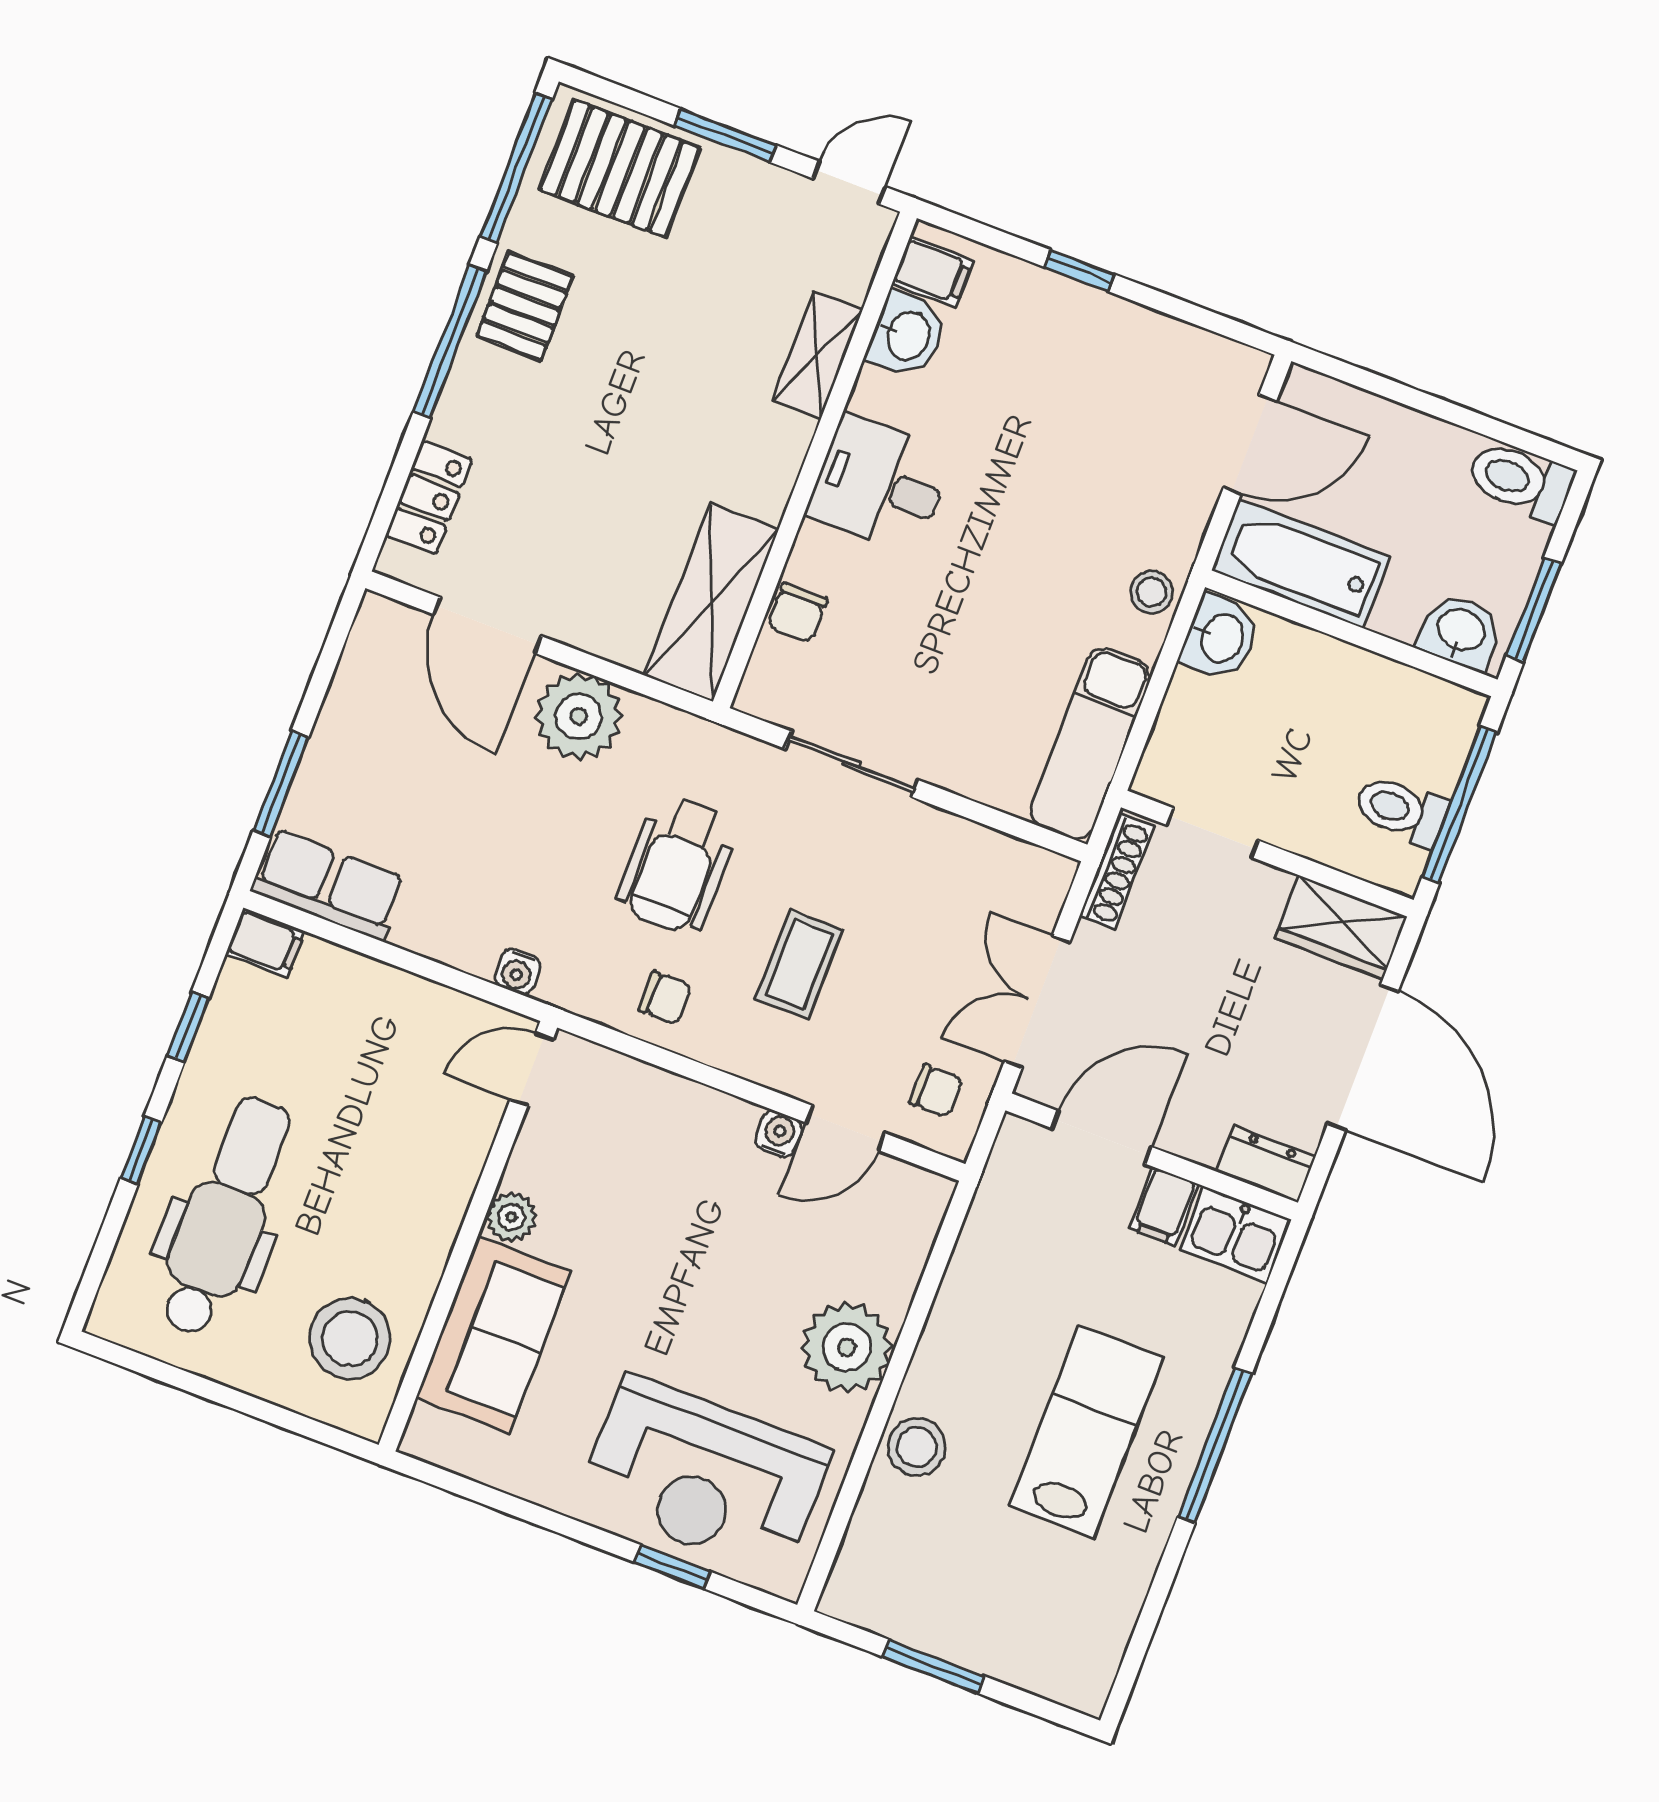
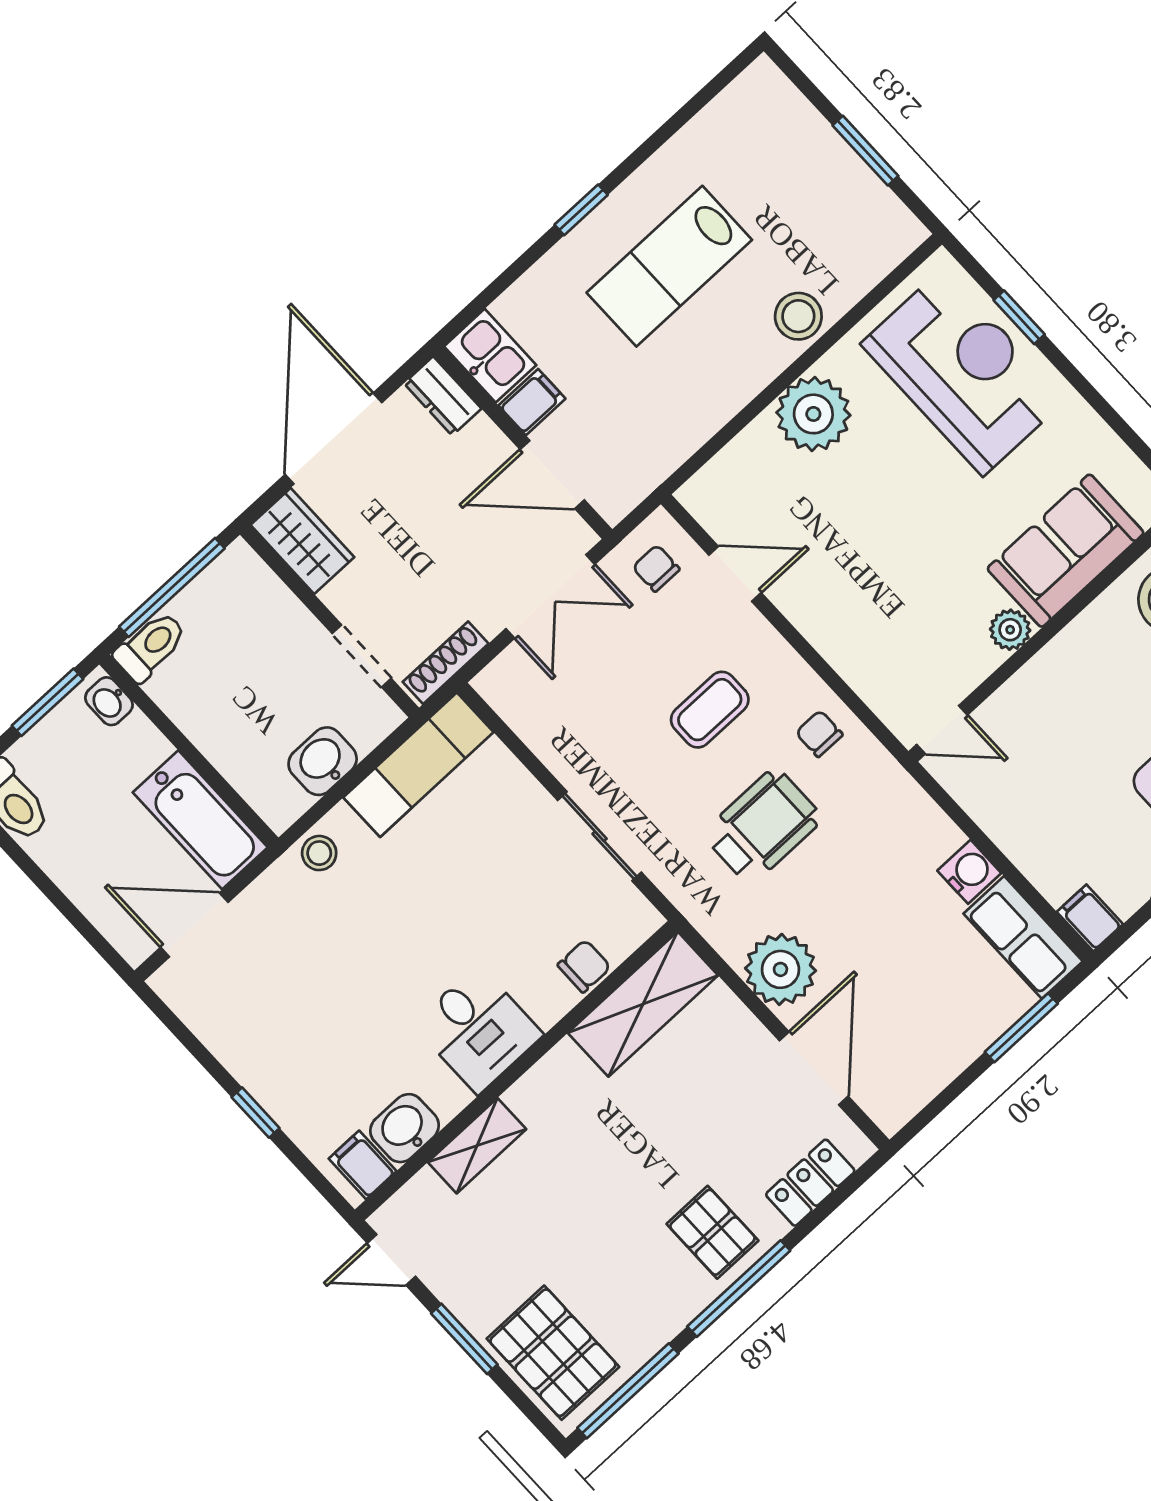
pallet: (525, 306) -> (712, 1232), moved, turned 90
washbasin: (1461, 632) -> (109, 701), width x0.72, depth x0.69
washbasin: (1220, 638) -> (323, 761), moved
toilet: (1401, 810) -> (151, 646), moved, turned -90
water cooler: (517, 972) -> (969, 872), moved, width x1.38, depth x1.38
water cooler: (779, 1134) -> (786, 594), removed
window: (1215, 1445) -> (581, 210), width x0.46

